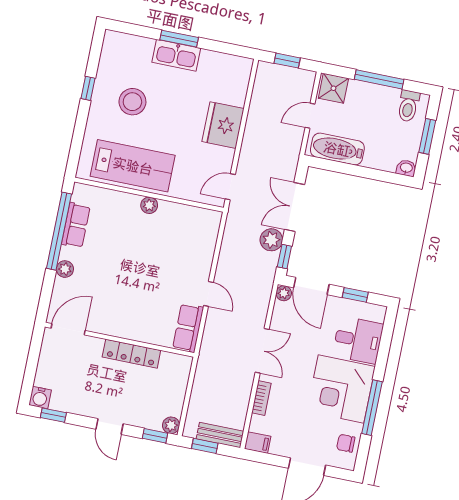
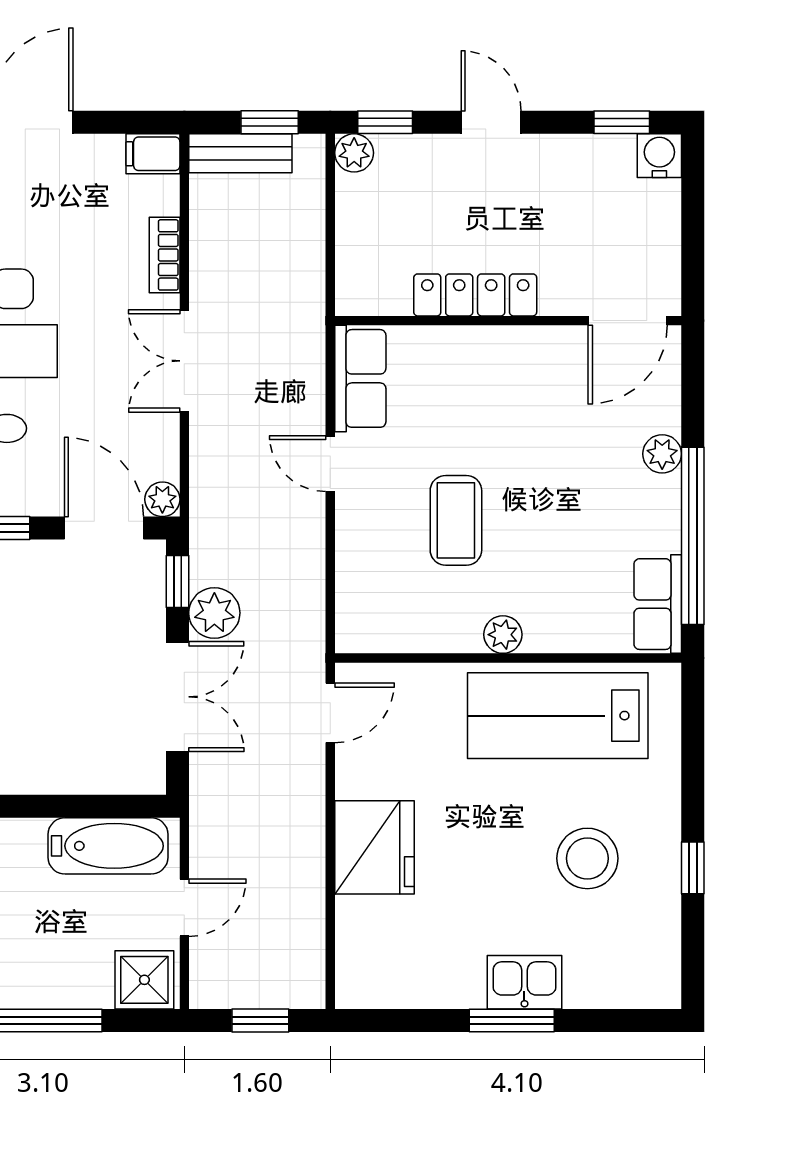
kitchen sink: (176, 55) -> (524, 982), width x0.73
row of seats: (76, 225) -> (658, 604), moved
coffee table: (159, 258) -> (456, 520), added

